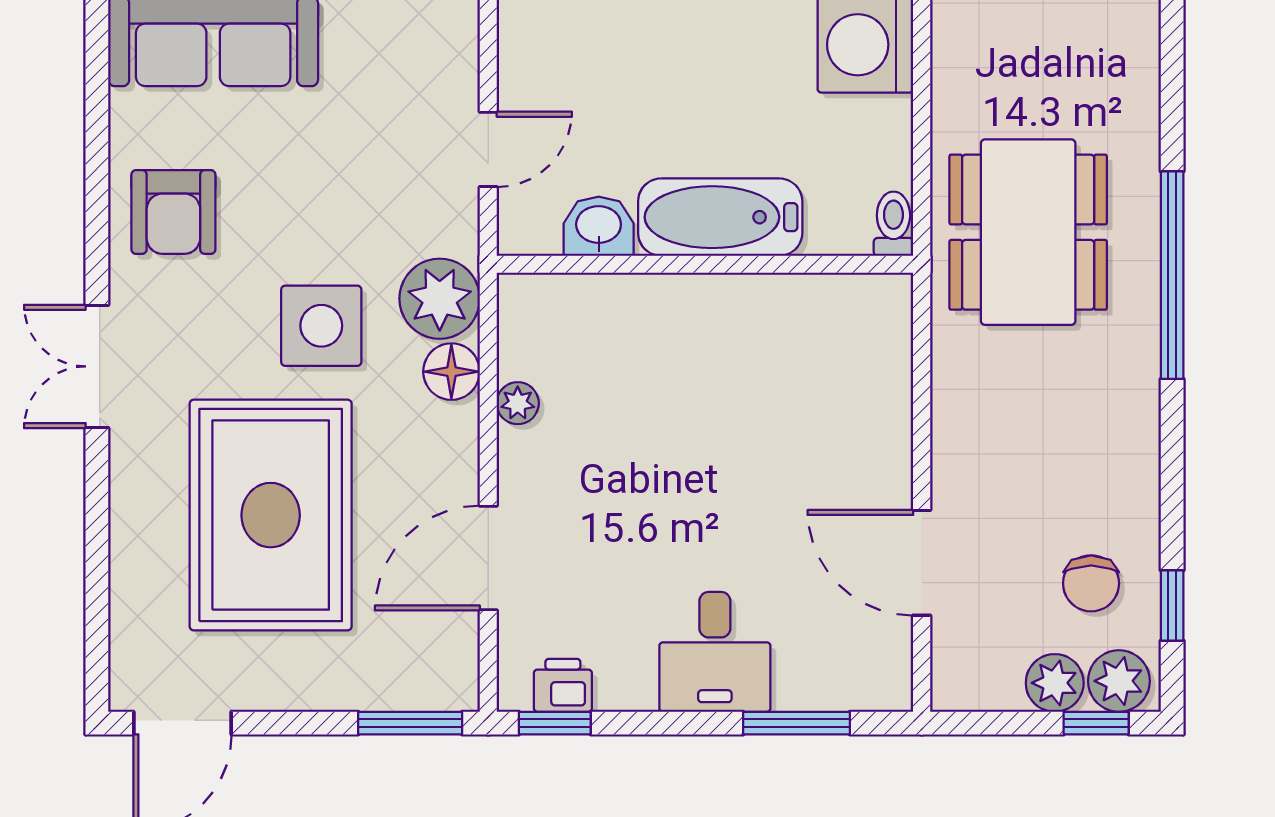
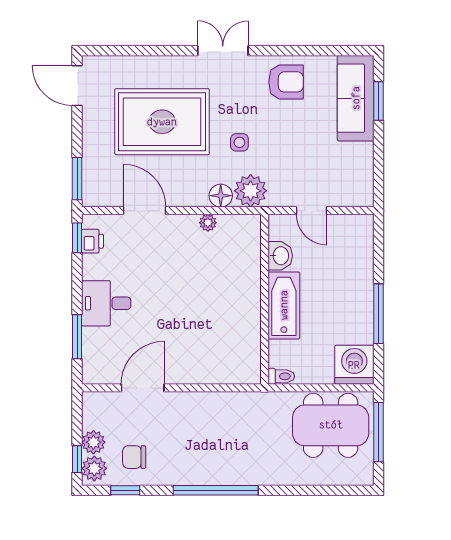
armchair: (173, 212) -> (286, 82), turned 180
dining table: (1028, 232) -> (331, 425), moved
window: (1172, 275) -> (216, 490), moved
side table: (321, 326) -> (239, 142), width x0.54, depth x0.54

